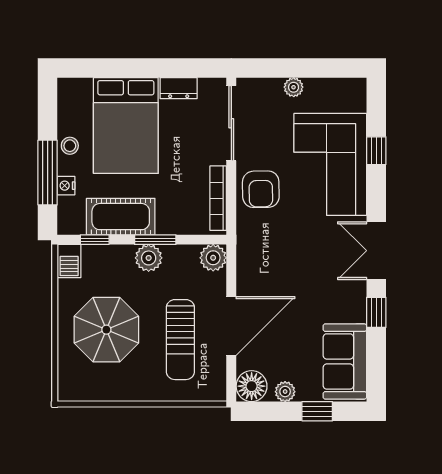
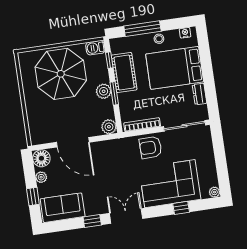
plant: (294, 87) -> (214, 192), moved
nightstand: (66, 186) -> (185, 33), moved
parasol: (106, 330) -> (61, 74), width x1.36, depth x1.36
sun lounger: (180, 340) -> (61, 115), removed

